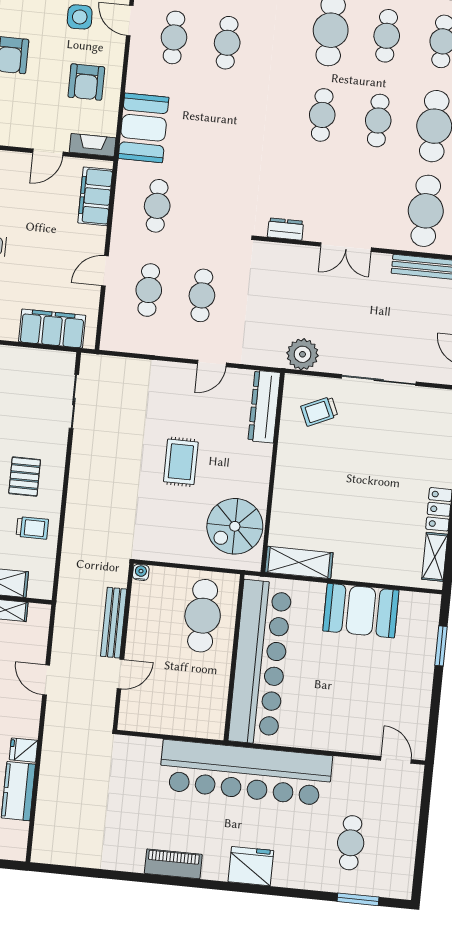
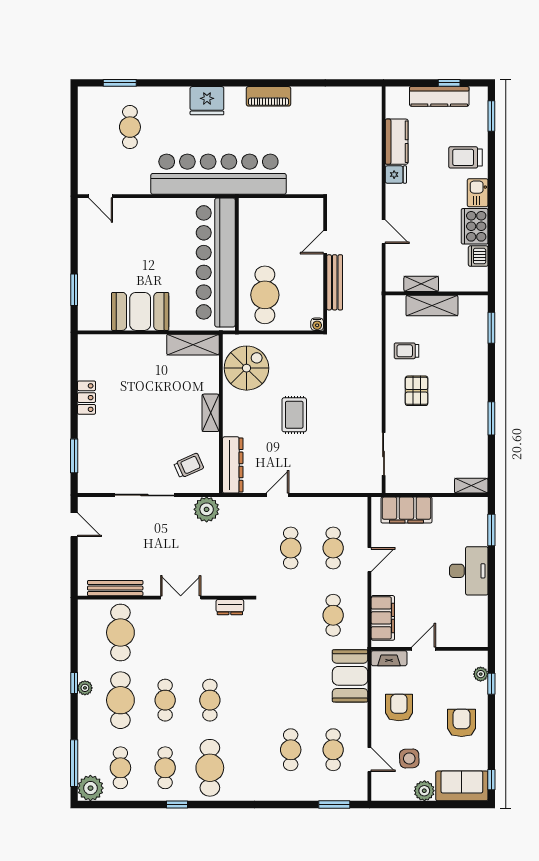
shelving: (435, 557) -> (211, 413), moved

